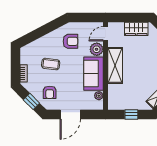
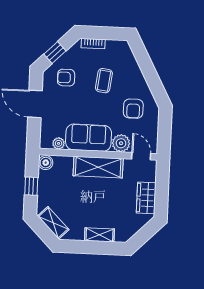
boiler: (113, 105) -> (46, 163), added

